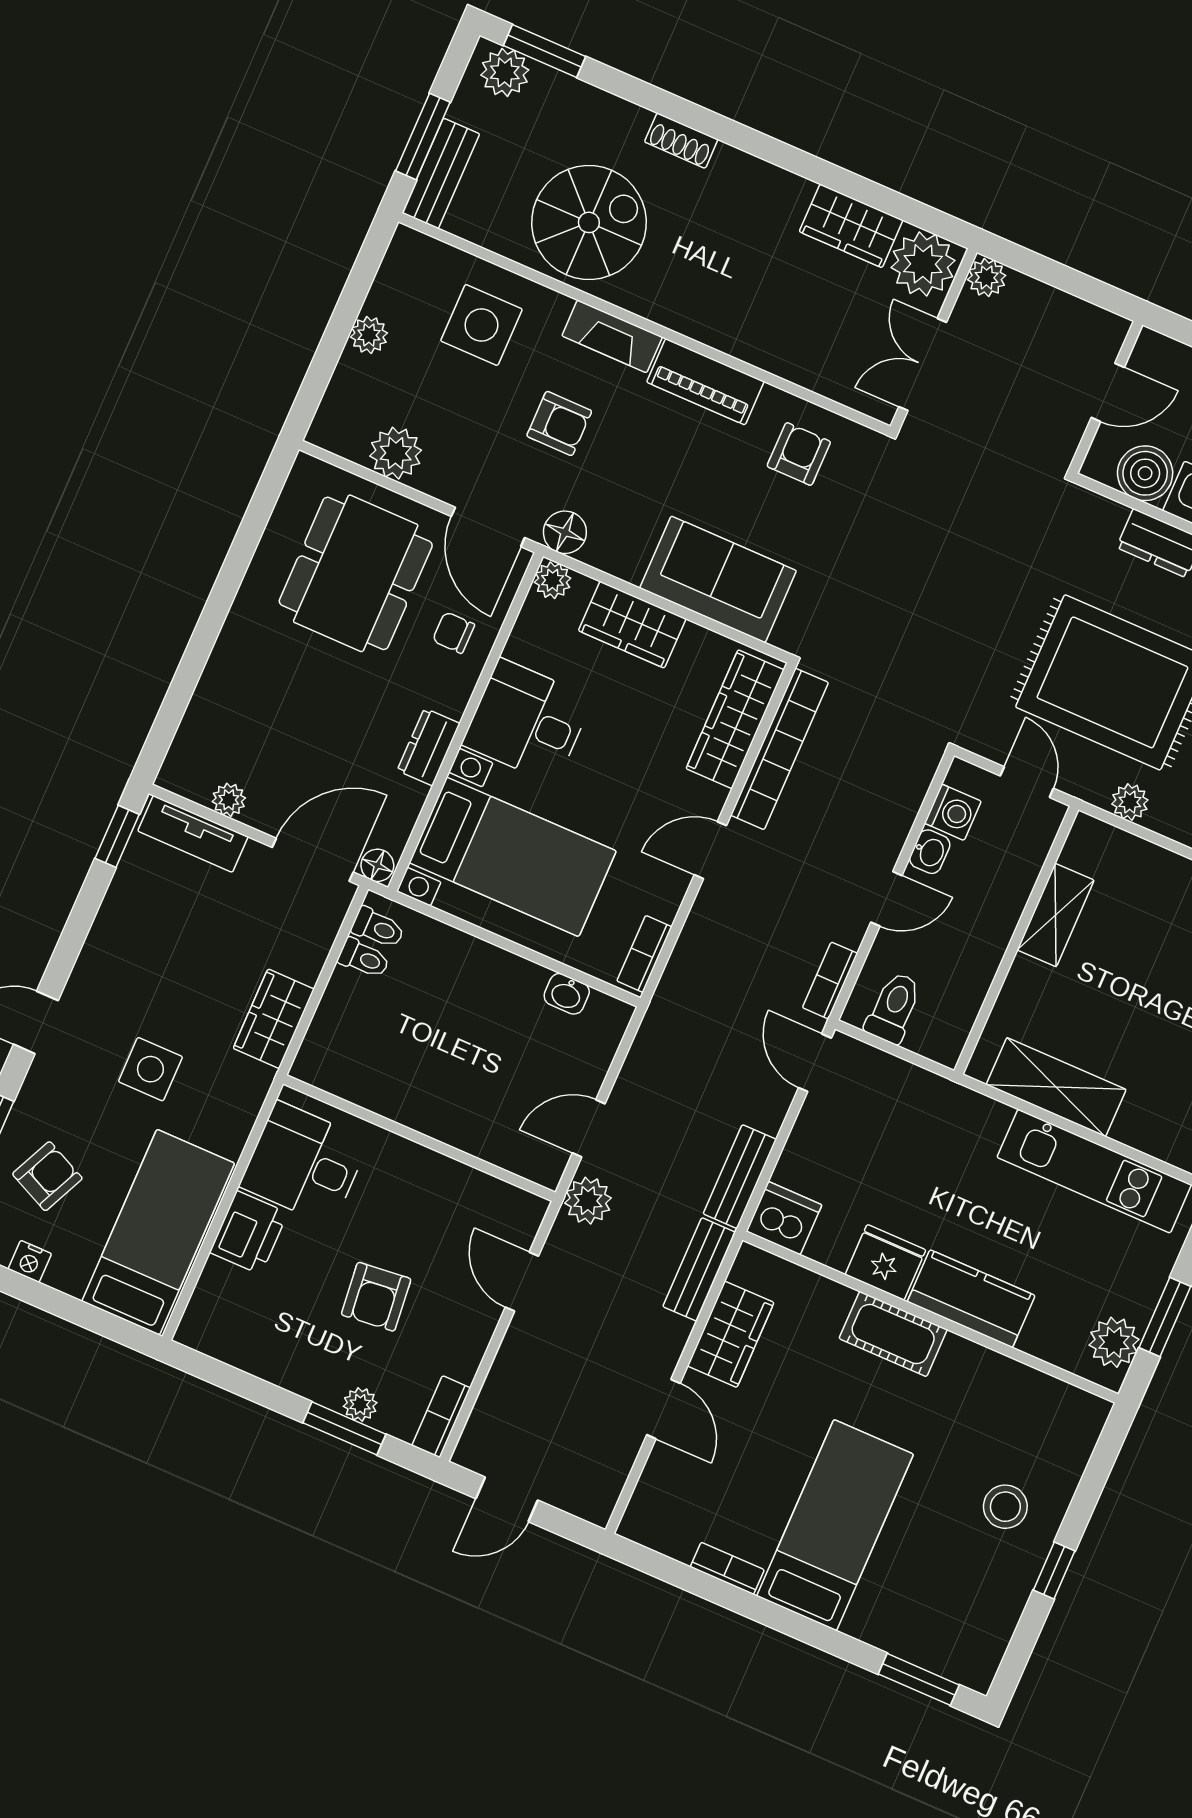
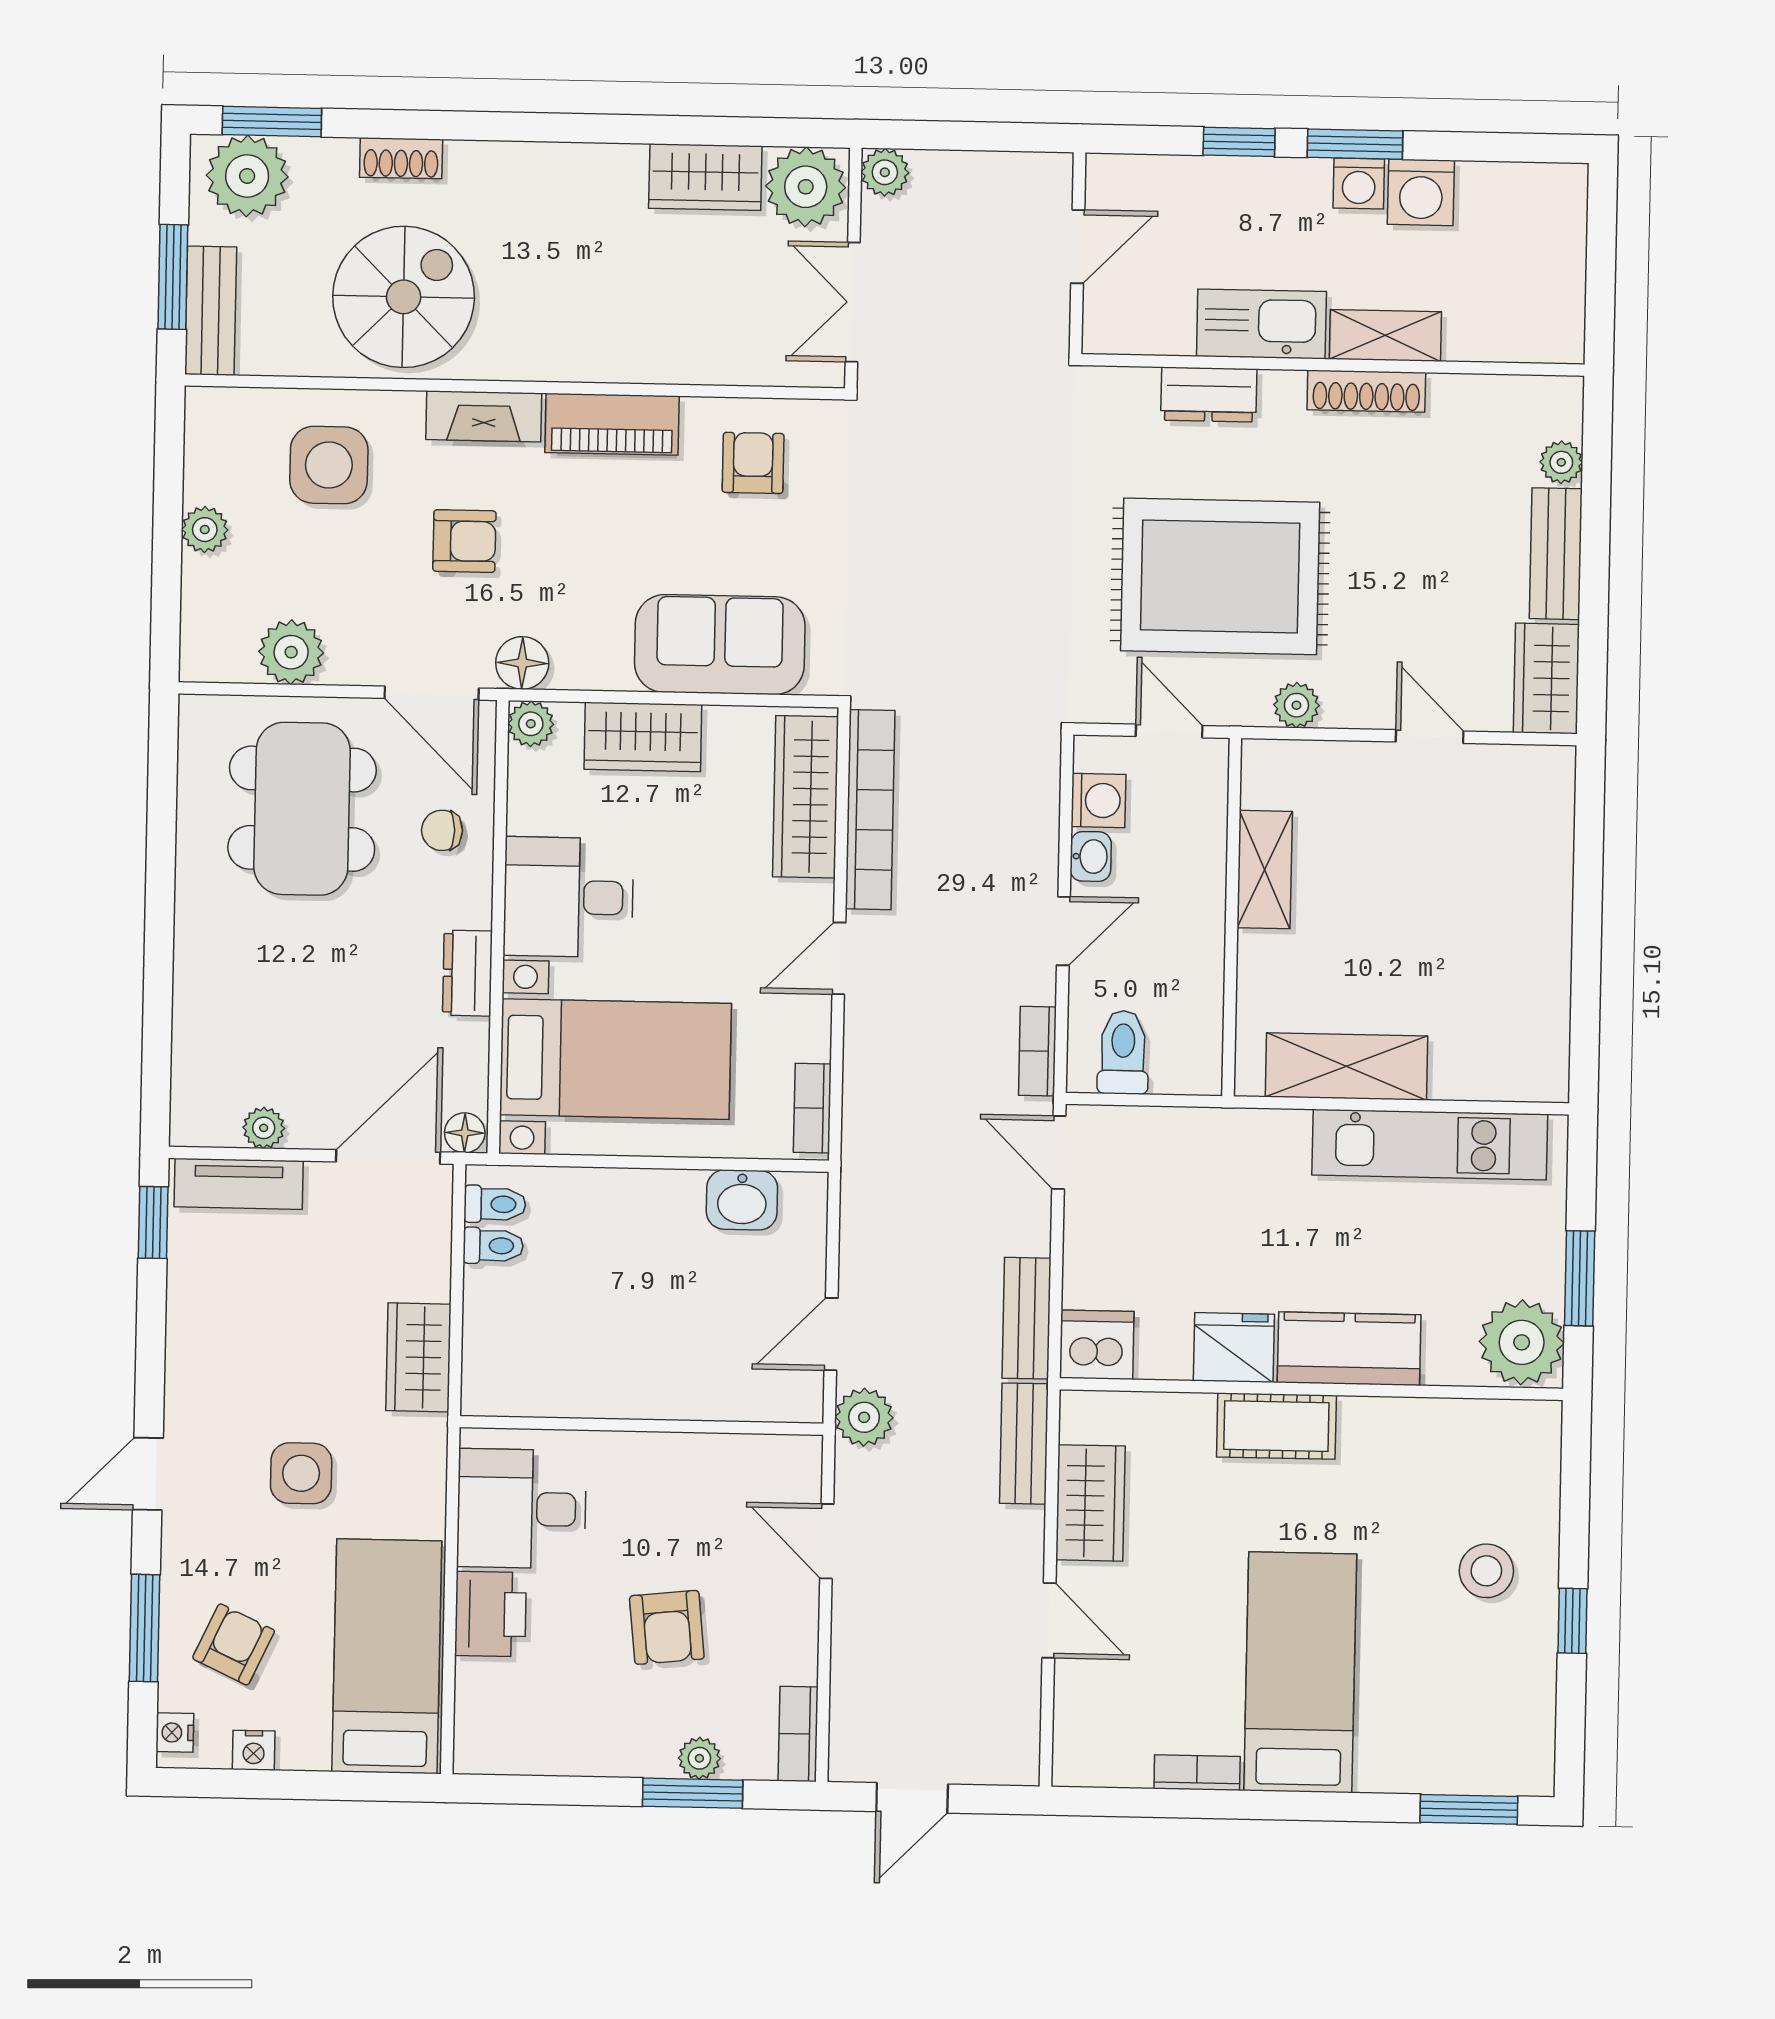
plant: (505, 72) -> (247, 176), width x1.36, depth x1.36
shoe rack: (681, 141) -> (401, 158), moved
boiler: (1145, 473) -> (1159, 322), removed
washbasin: (567, 994) -> (742, 1200), width x1.38, depth x1.45
plant: (1114, 1342) -> (1522, 1342), width x1.36, depth x1.36

